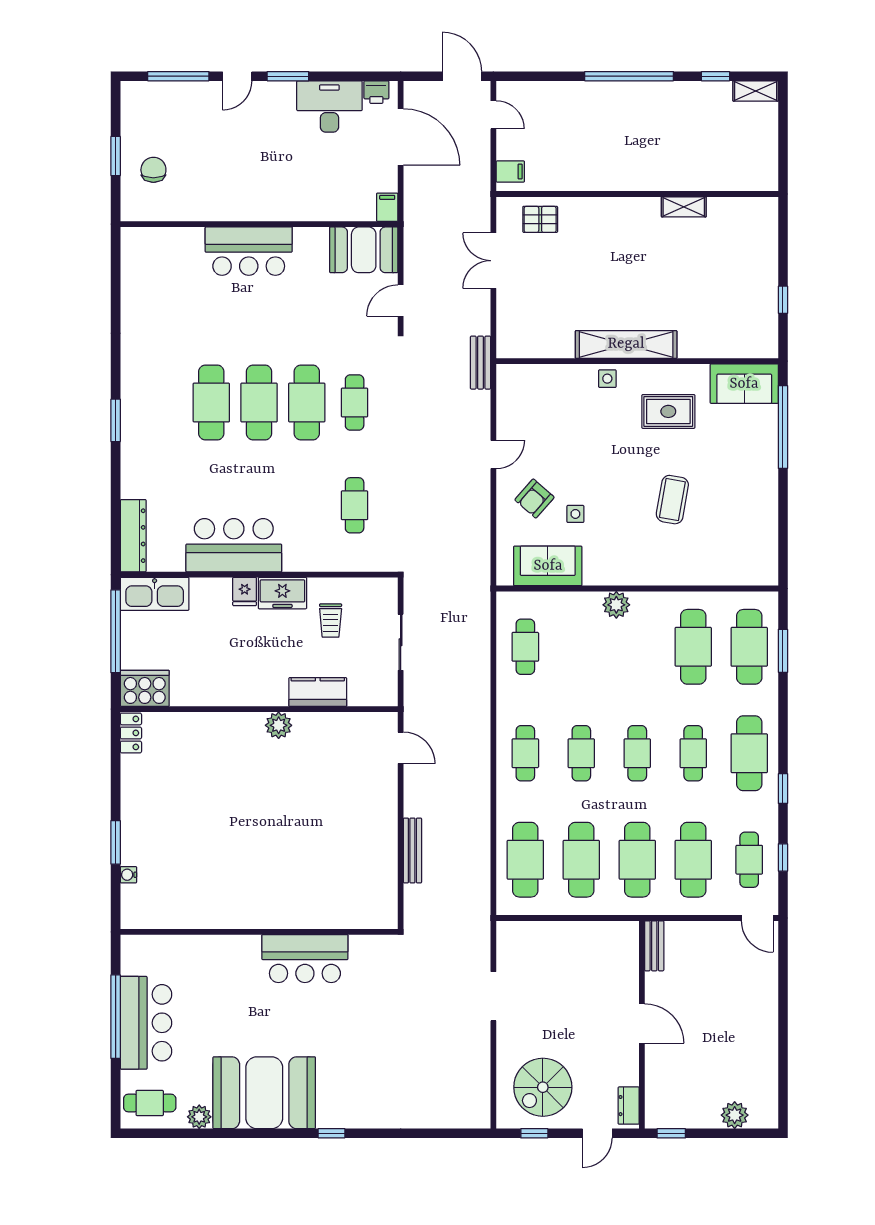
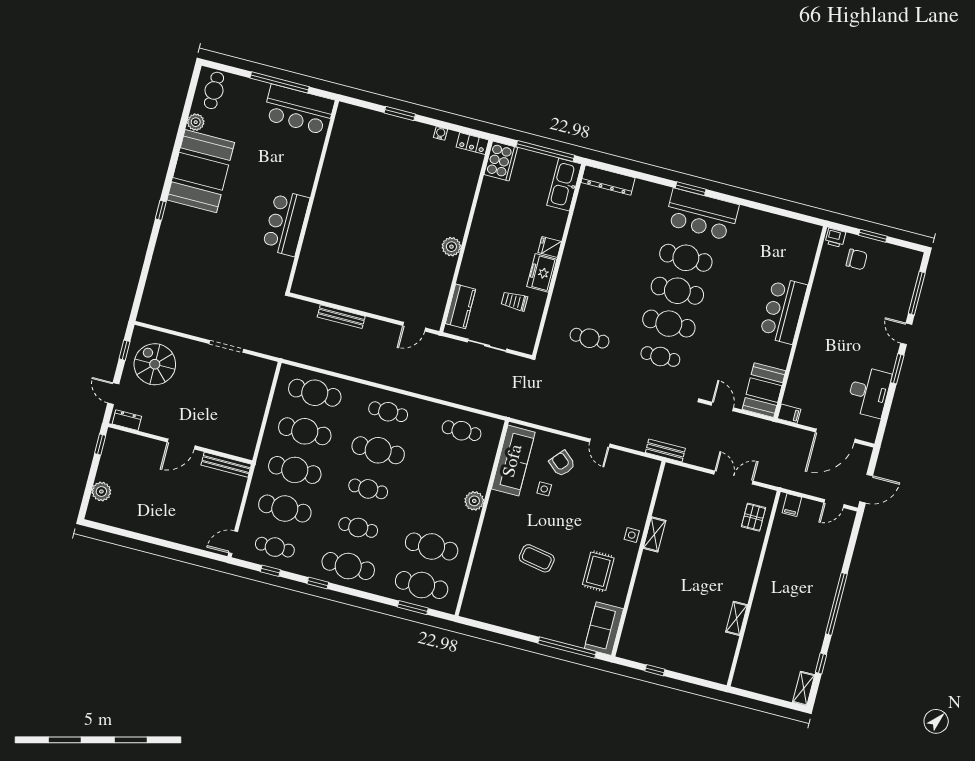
printer: (376, 92) -> (835, 238), moved, turned -90
shelving: (626, 344) -> (654, 534), width x0.45, depth x0.75
bar counter: (234, 545) -> (702, 214), moved, turned 90
sofa: (548, 566) -> (513, 461), width x1.36
kitchen counter: (318, 692) -> (460, 306), moved
cafe table: (581, 753) -> (378, 450), width x1.37, depth x1.35
water cooler: (128, 875) -> (440, 133), moved
bench: (654, 946) -> (226, 465), width x1.36
bar counter: (146, 1023) -> (299, 110), moved

